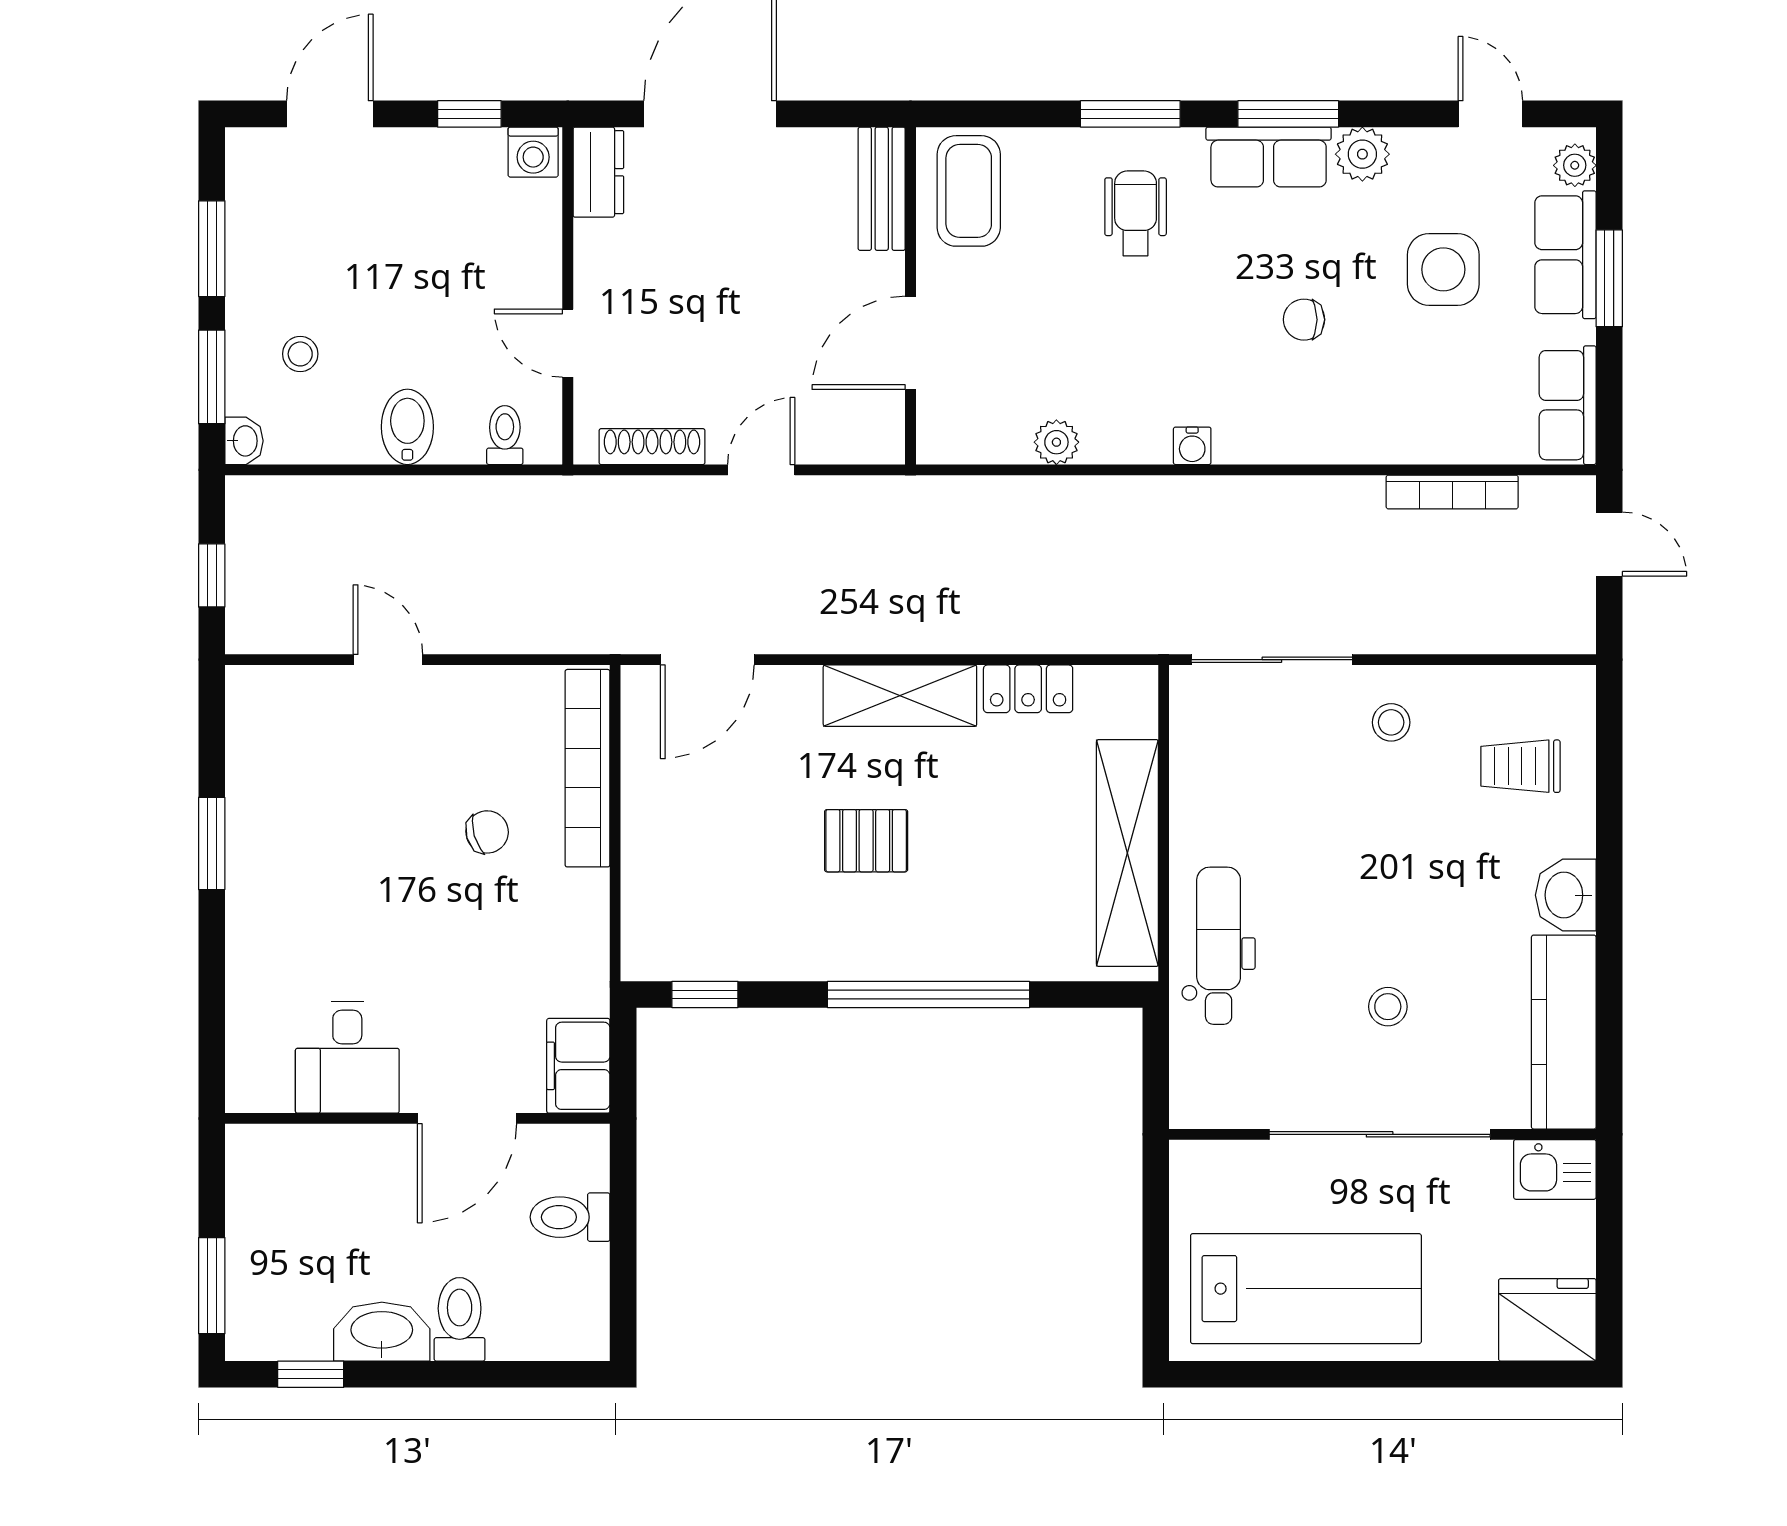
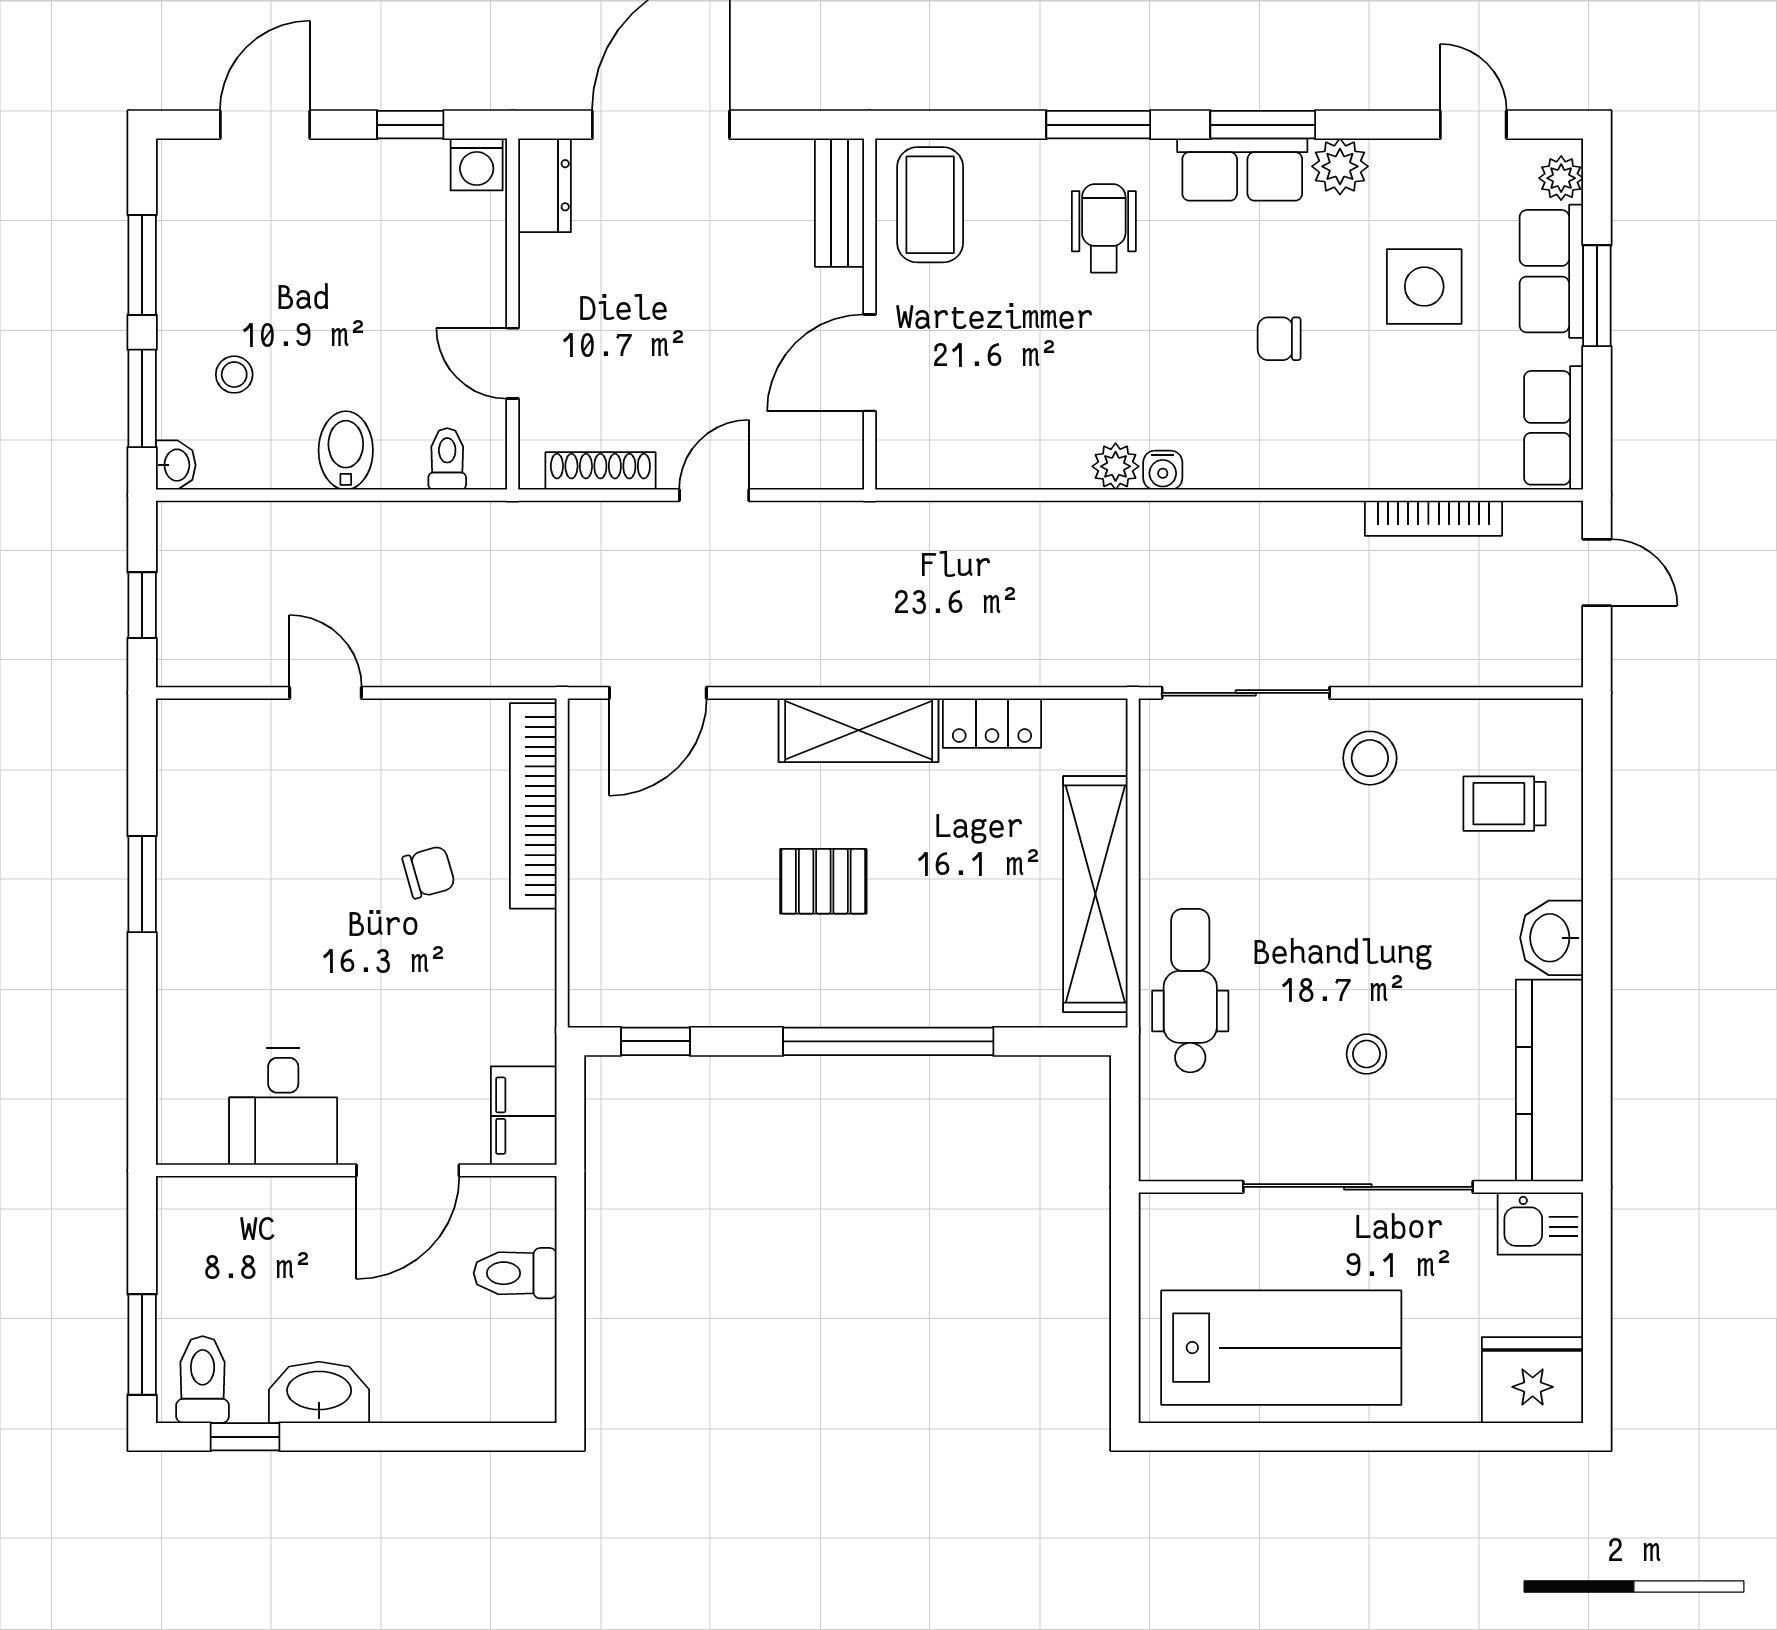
plant: (1056, 442) -> (1116, 466), moved
stool: (1391, 722) -> (1370, 758), width x1.37, depth x1.37
toilet: (460, 1319) -> (203, 1380), moved

